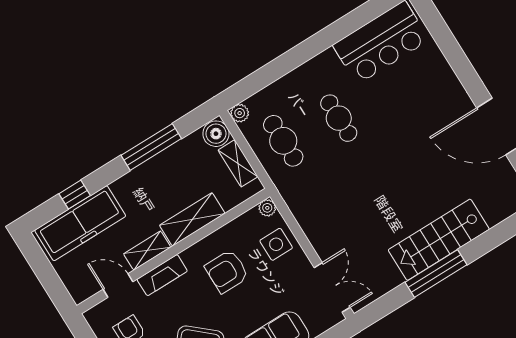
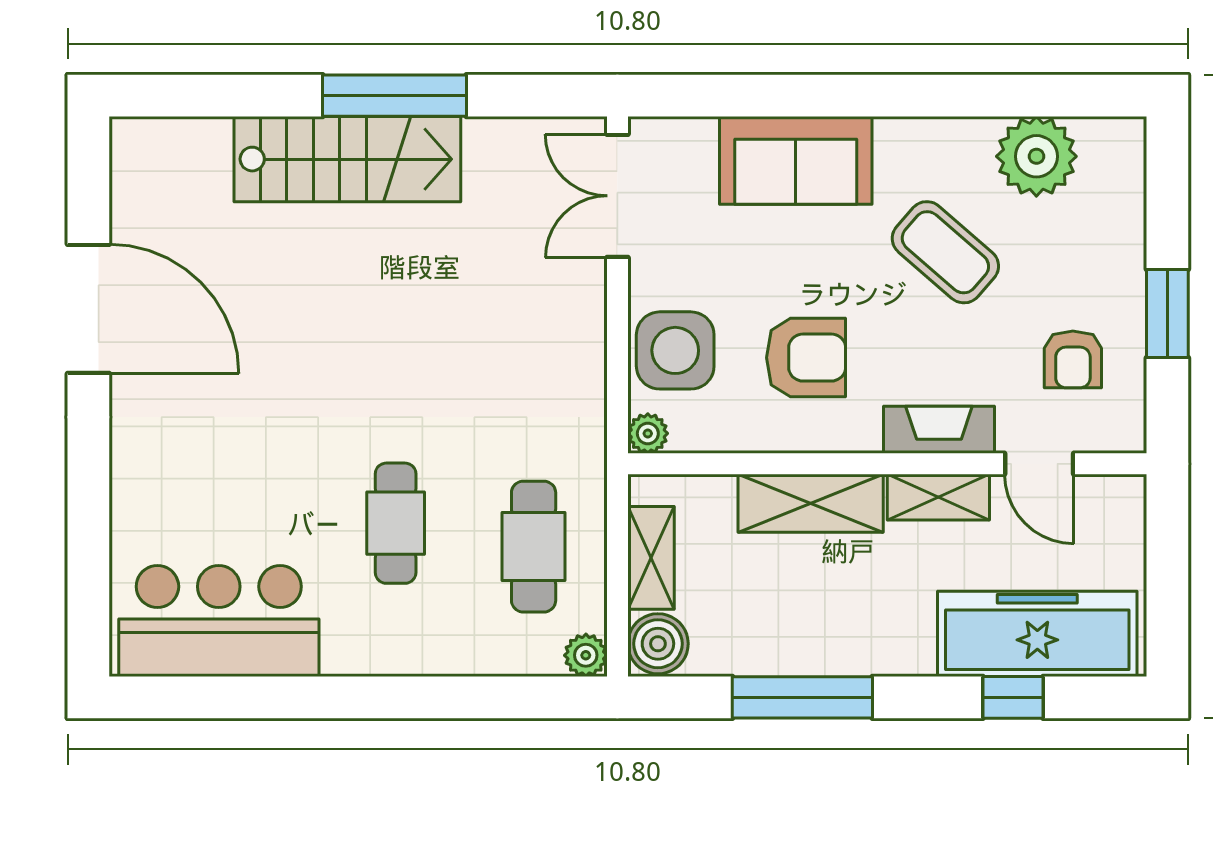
side table: (276, 244) -> (675, 350), width x1.37, depth x1.37

